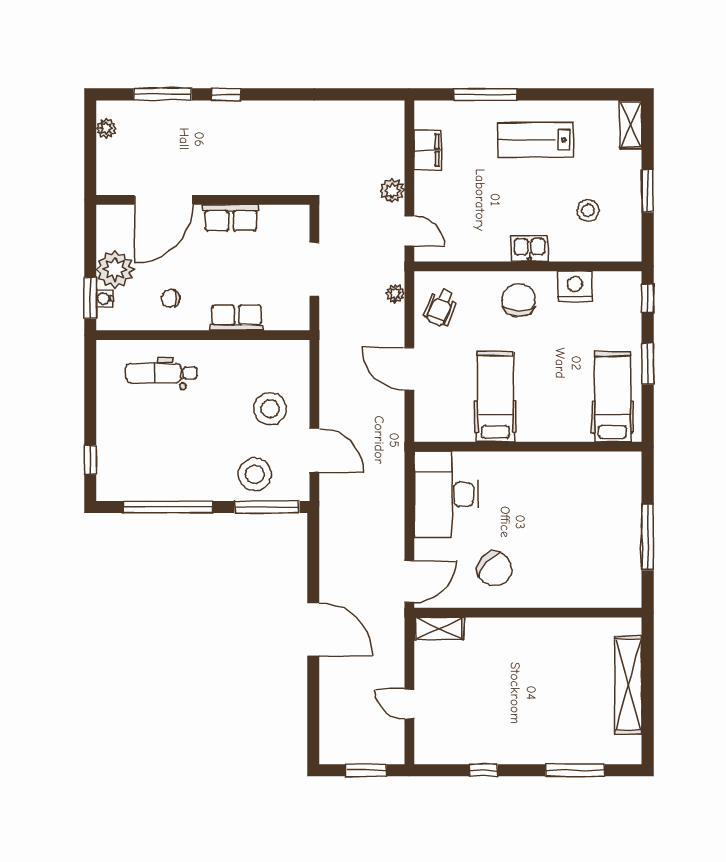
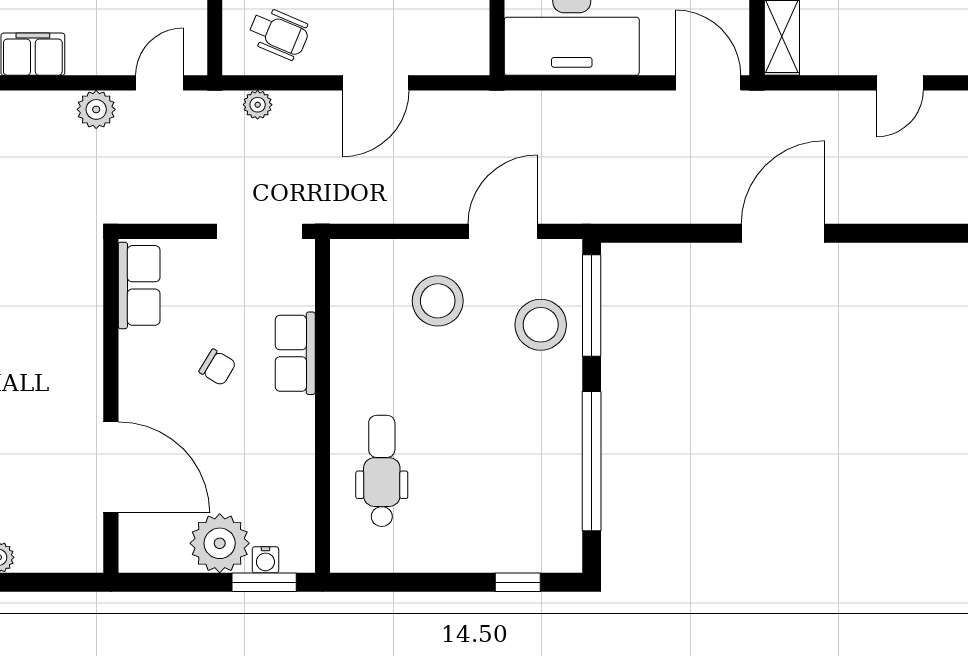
row of seats: (231, 218) -> (139, 285), moved
doorway: (314, 270) -> (260, 231), moved
chair: (171, 298) -> (218, 367), moved, turned -59
dental chair: (161, 373) -> (382, 471), turned 180

